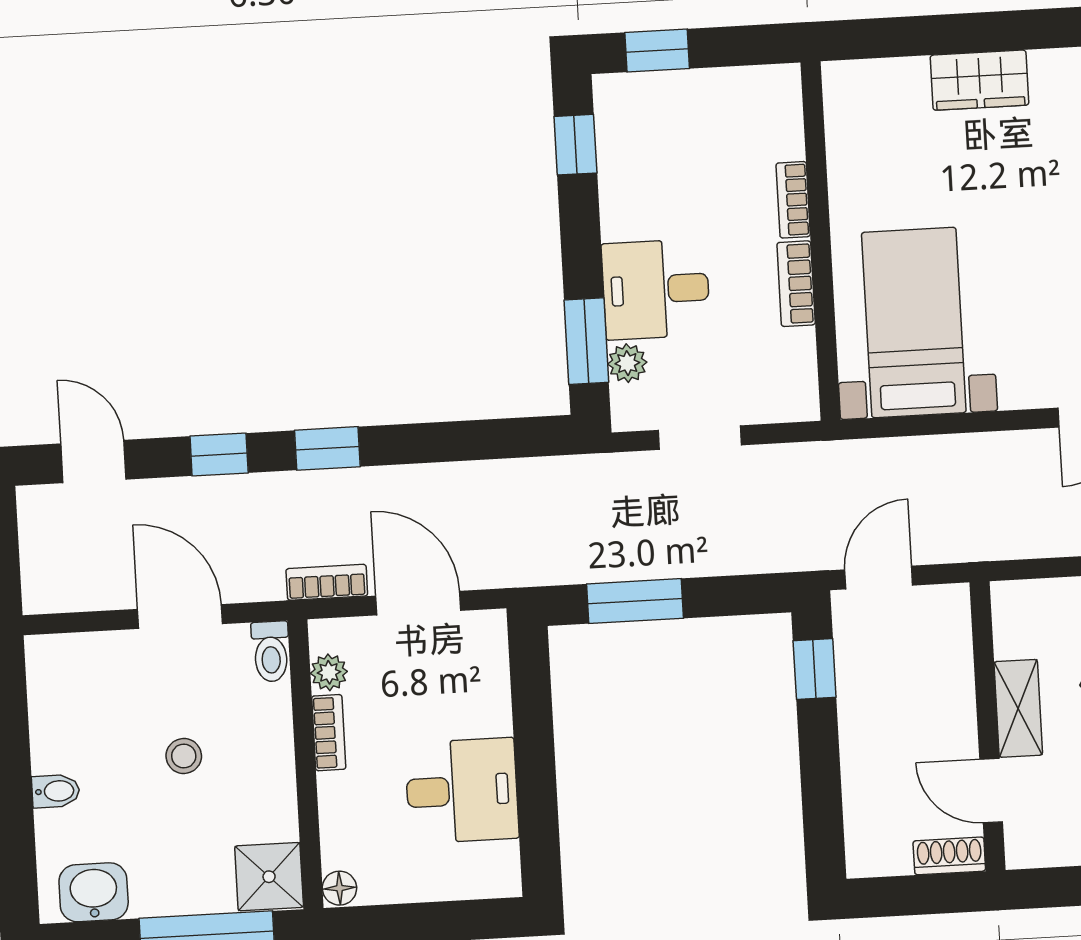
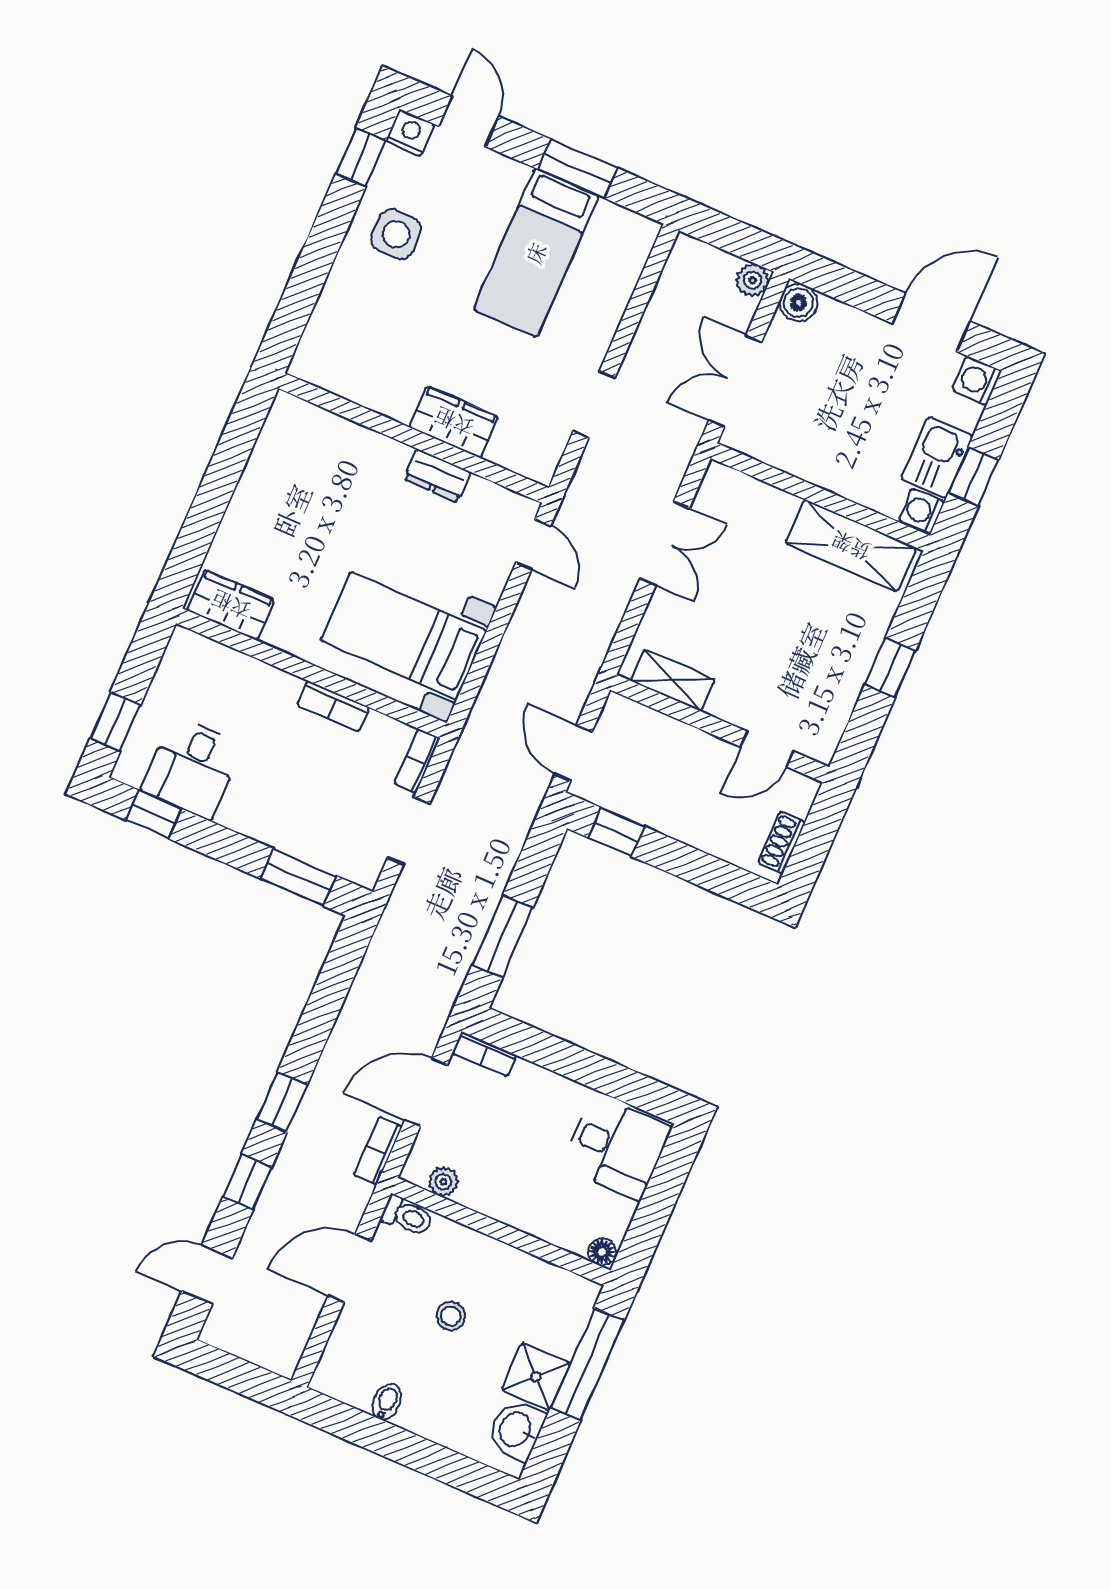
wardrobe: (979, 80) -> (231, 605), moved, turned -90
bookcase: (793, 200) -> (417, 761), moved, turned 90
desk: (656, 289) -> (192, 768), moved
plant: (627, 363) -> (329, 856), removed
shelving: (1018, 708) -> (673, 680), moved
bookcase: (329, 733) -> (484, 1054), moved, turned 180
bidet: (56, 791) -> (387, 1402), moved
desk: (462, 791) -> (616, 1147), moved, turned 90
shoe rack: (949, 856) -> (782, 843), moved
shower: (269, 877) -> (536, 1377), moved

